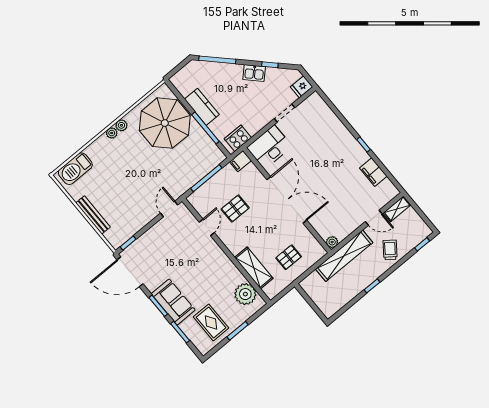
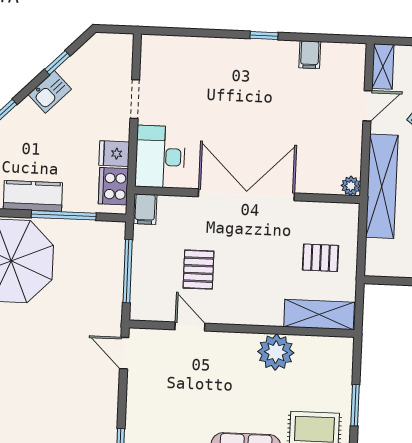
fridge: (302, 87) -> (114, 154), moved, turned 90
filing cabinet: (373, 172) -> (310, 55), width x0.50
pallet: (289, 257) -> (321, 258), turned 90
shelving: (254, 268) -> (319, 315), moved
plant: (245, 294) -> (276, 352), moved

